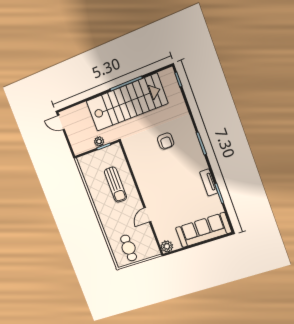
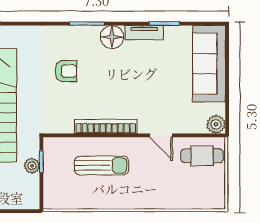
floor lamp: (198, 163) -> (112, 37), added
bookcase: (140, 179) -> (106, 127), added
cafe table: (129, 248) -> (202, 156), moved

